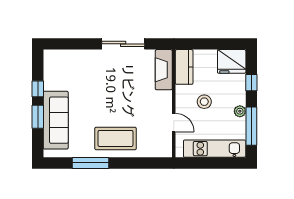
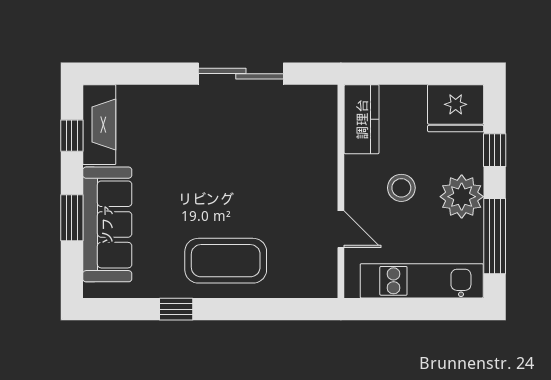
fireplace: (164, 70) -> (99, 125), moved, turned 180
window: (38, 89) -> (72, 136), moved
plant: (240, 111) -> (462, 197), width x1.87, depth x1.87
window: (90, 163) -> (176, 309), width x0.46

